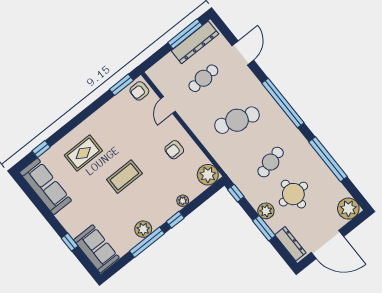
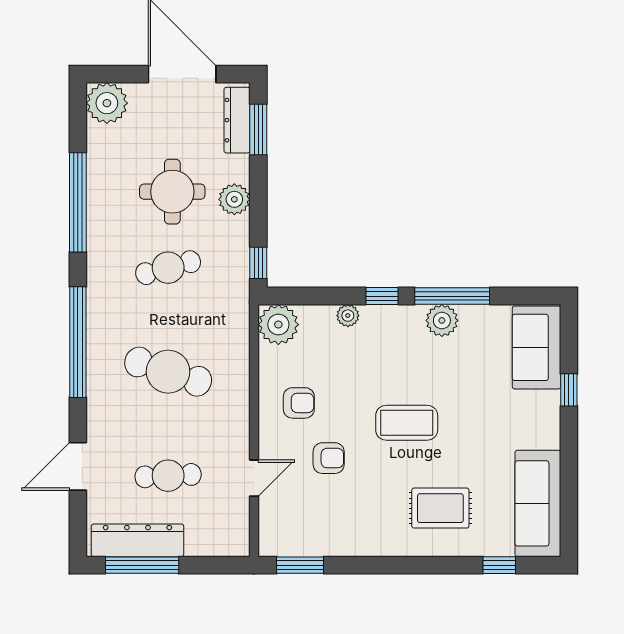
armchair: (139, 91) -> (329, 458), moved
window: (264, 228) -> (258, 130), moved

